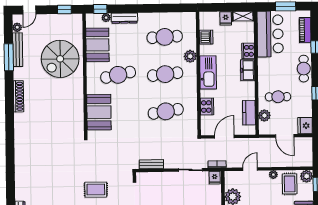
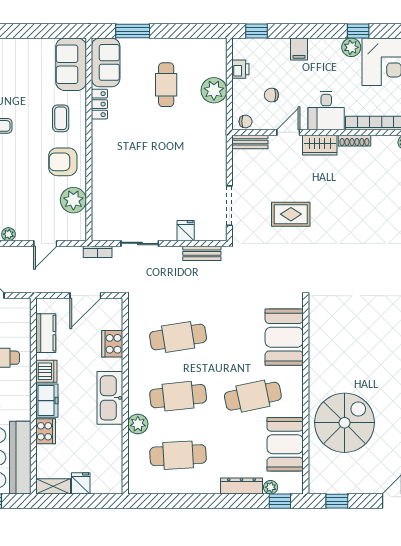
dishwasher: (206, 37) -> (46, 371), moved, turned 180
plant: (264, 115) -> (21, 328), removed
fridge: (215, 178) -> (186, 231), moved

